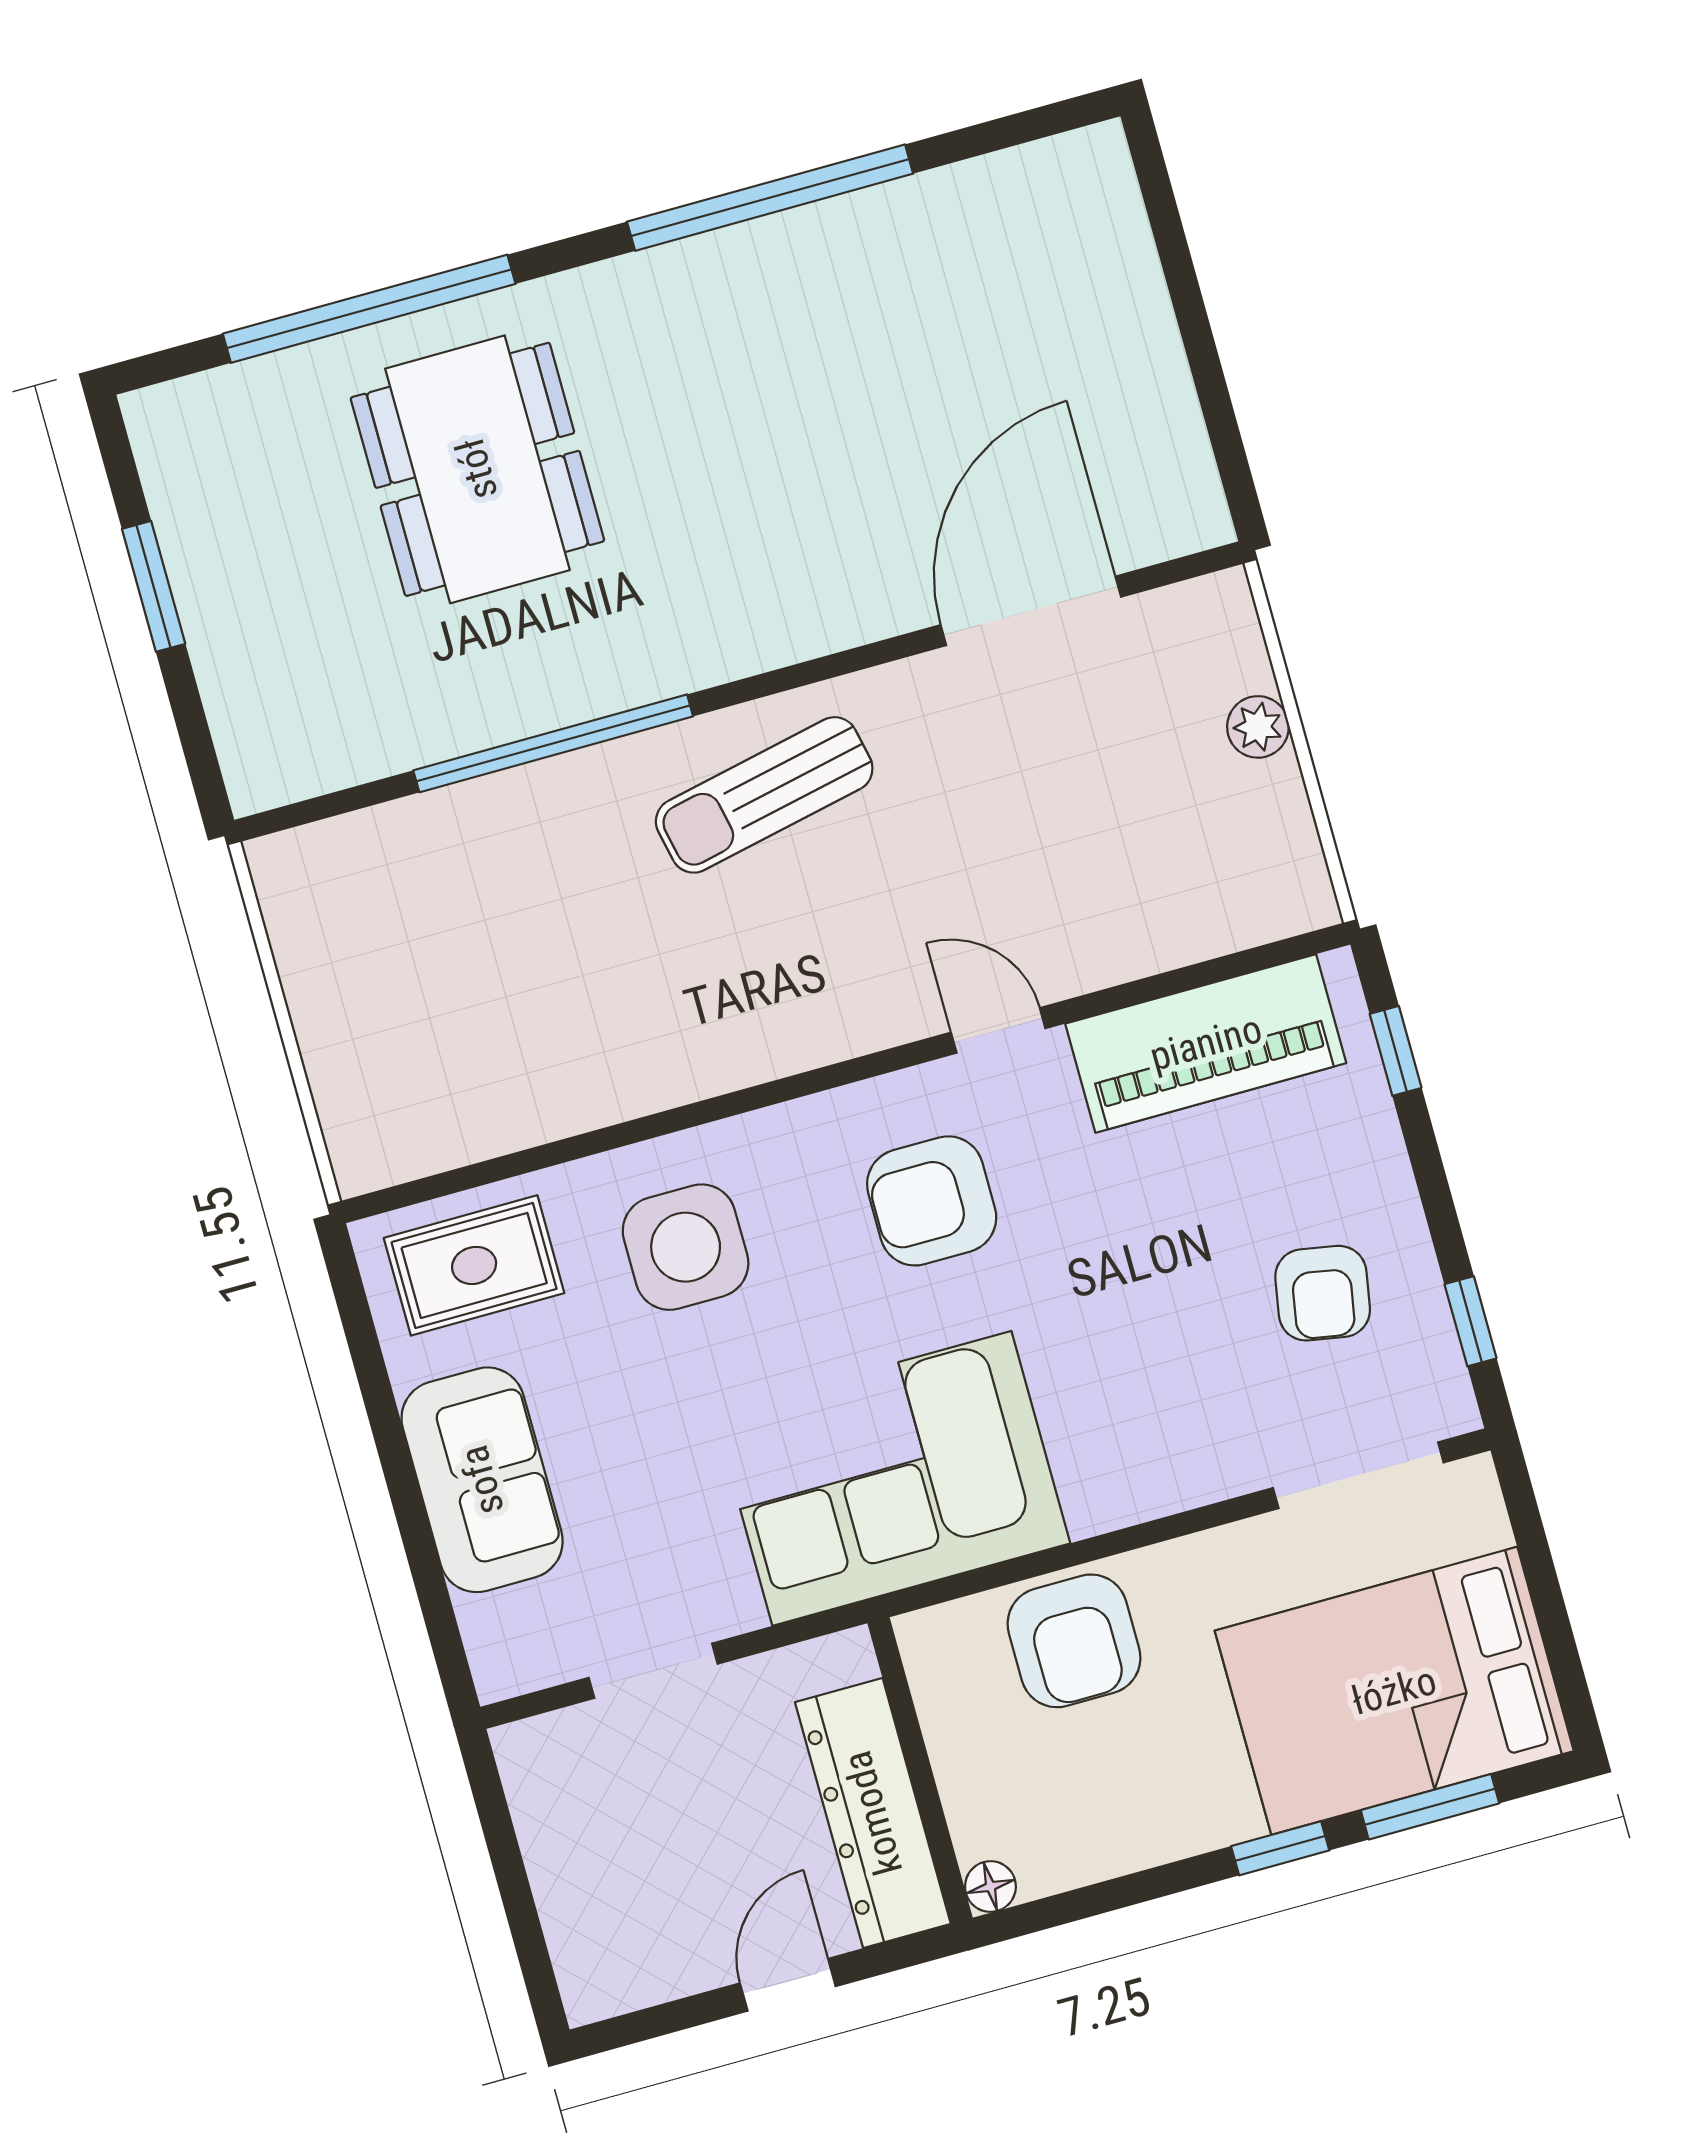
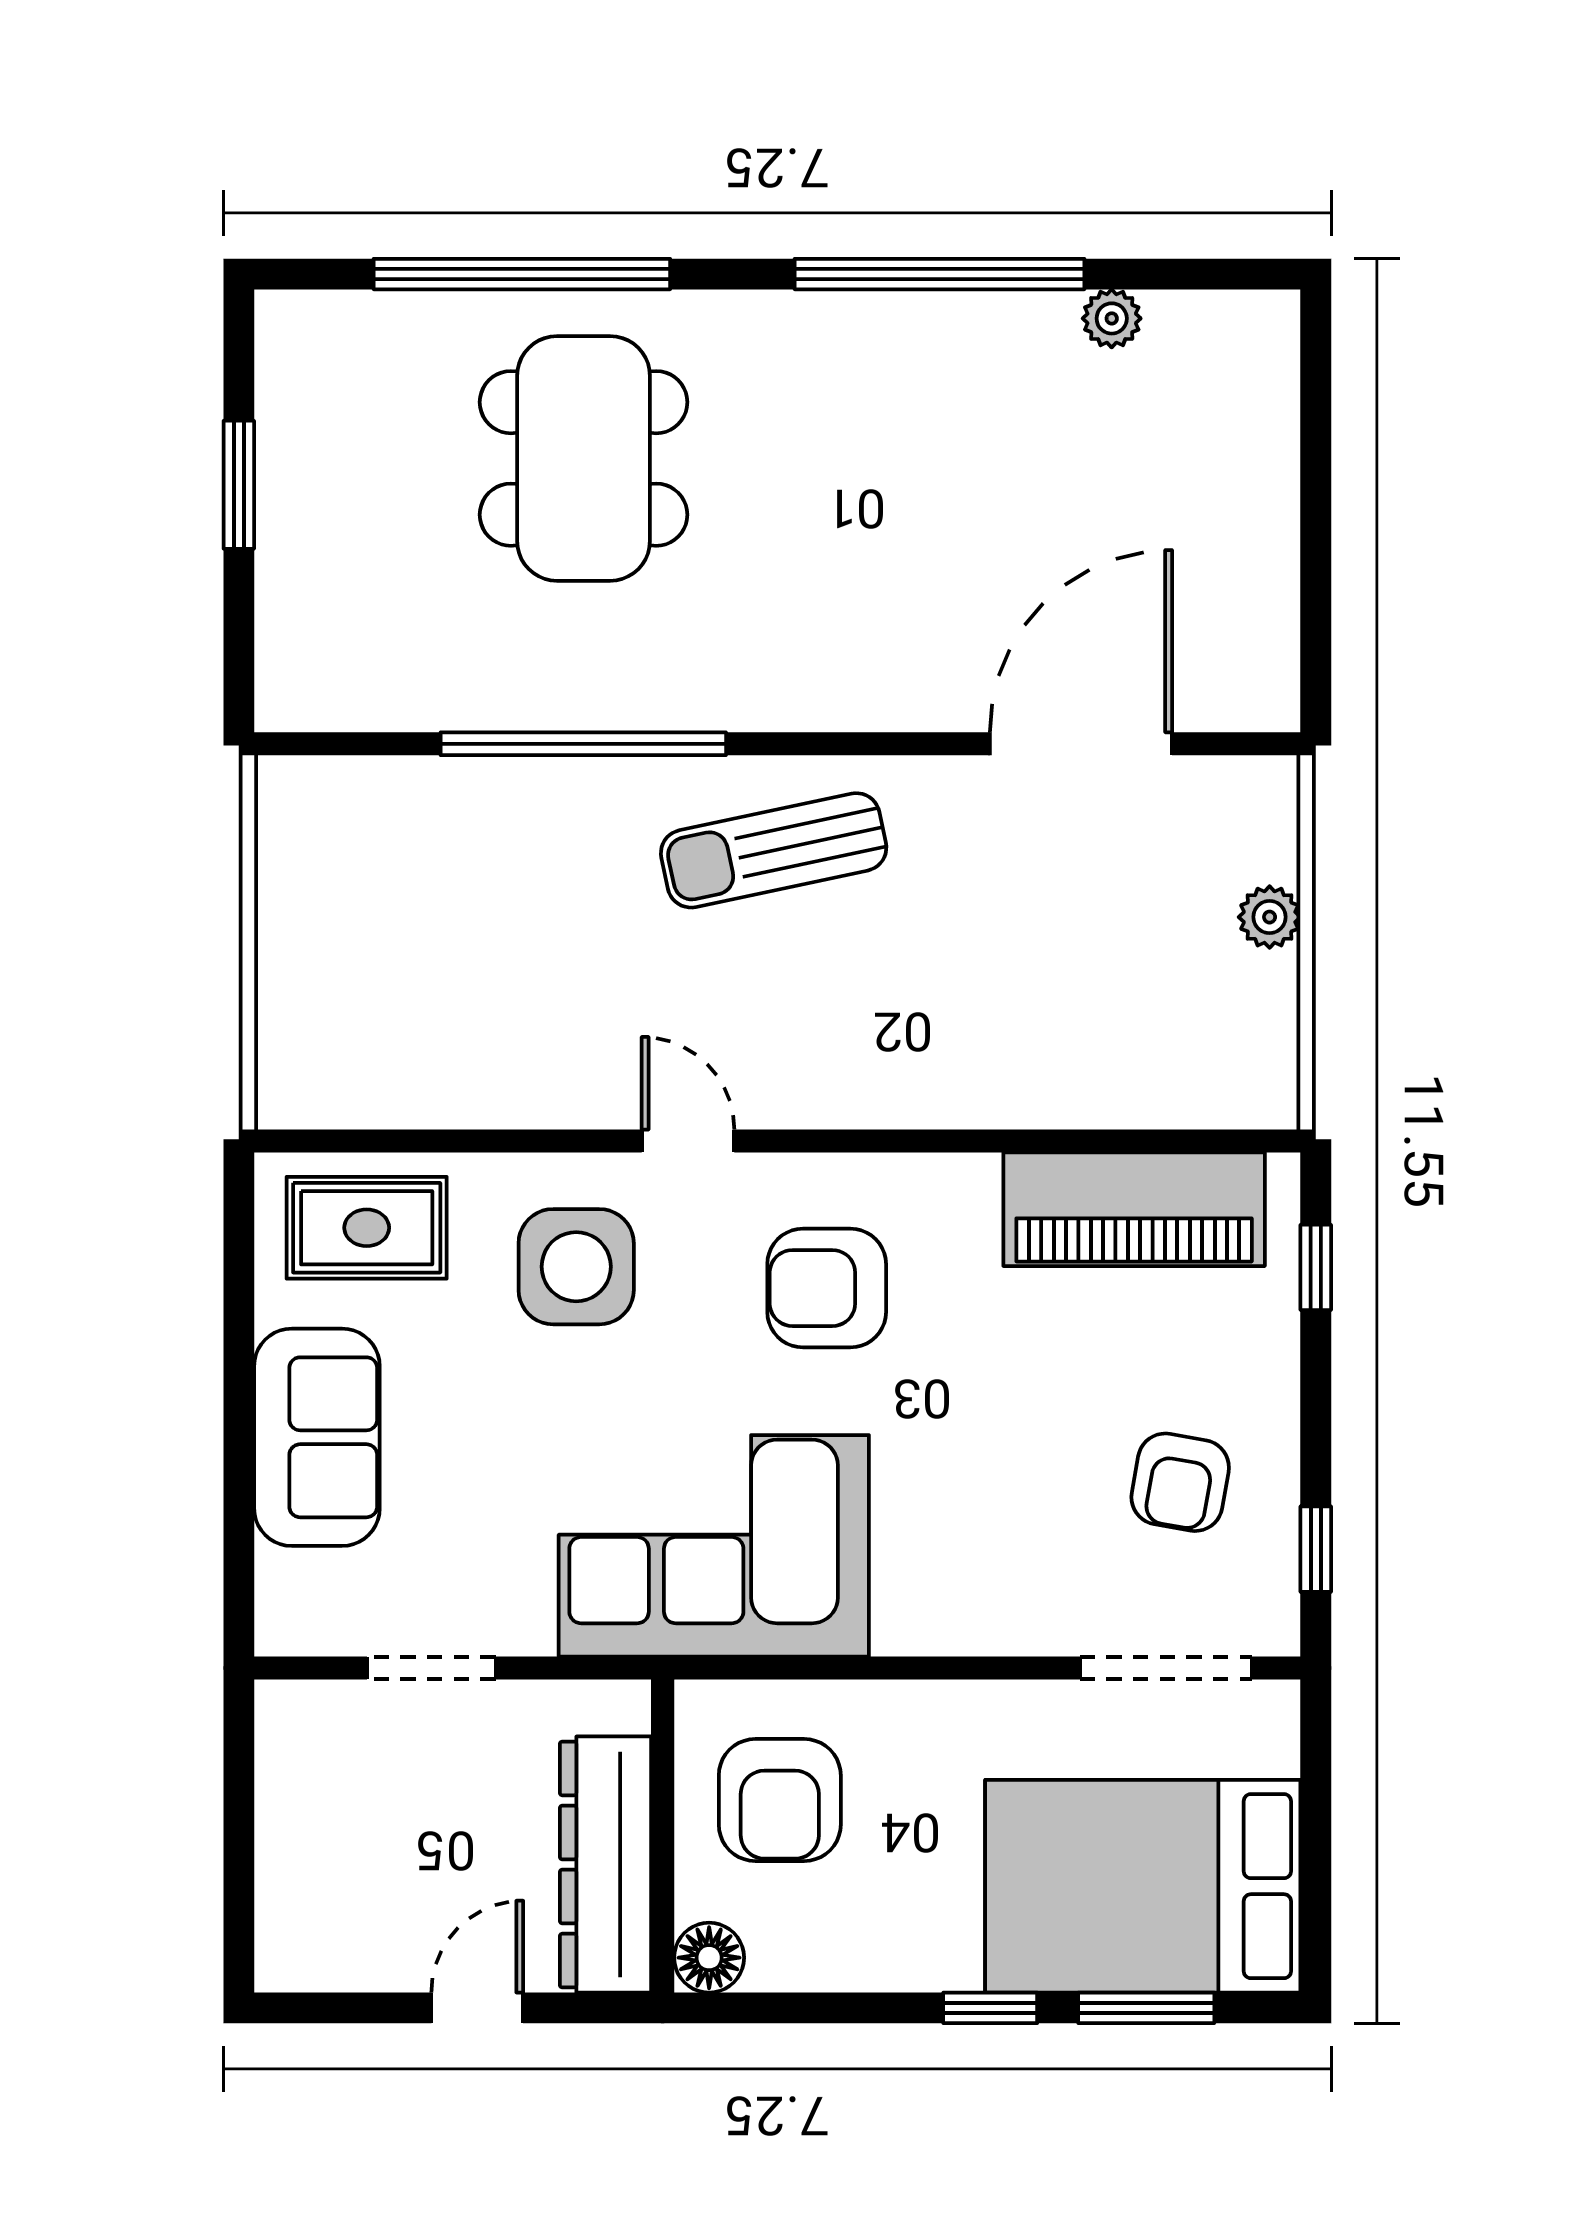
plant: (947, 194) -> (1112, 318), added
door: (998, 1030) -> (688, 1141), moved
armchair: (1074, 1641) -> (780, 1800), moved
floor lamp: (990, 1886) -> (709, 1958), width x1.37, depth x1.37

